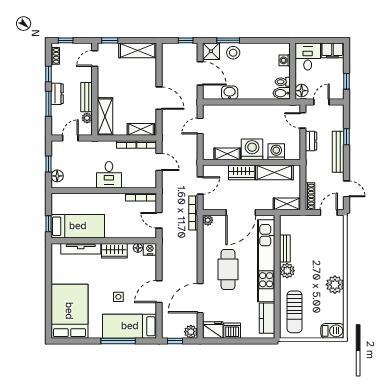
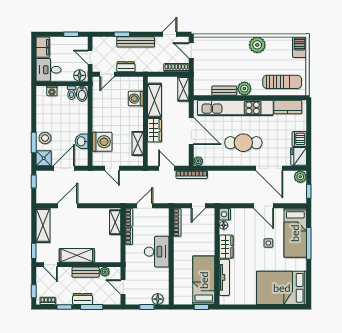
door: (159, 98) -> (68, 206), moved
shelving: (105, 116) -> (77, 255), moved
washing machine: (252, 149) -> (102, 142), moved, turned 180
desk: (109, 175) -> (157, 252), width x1.37

